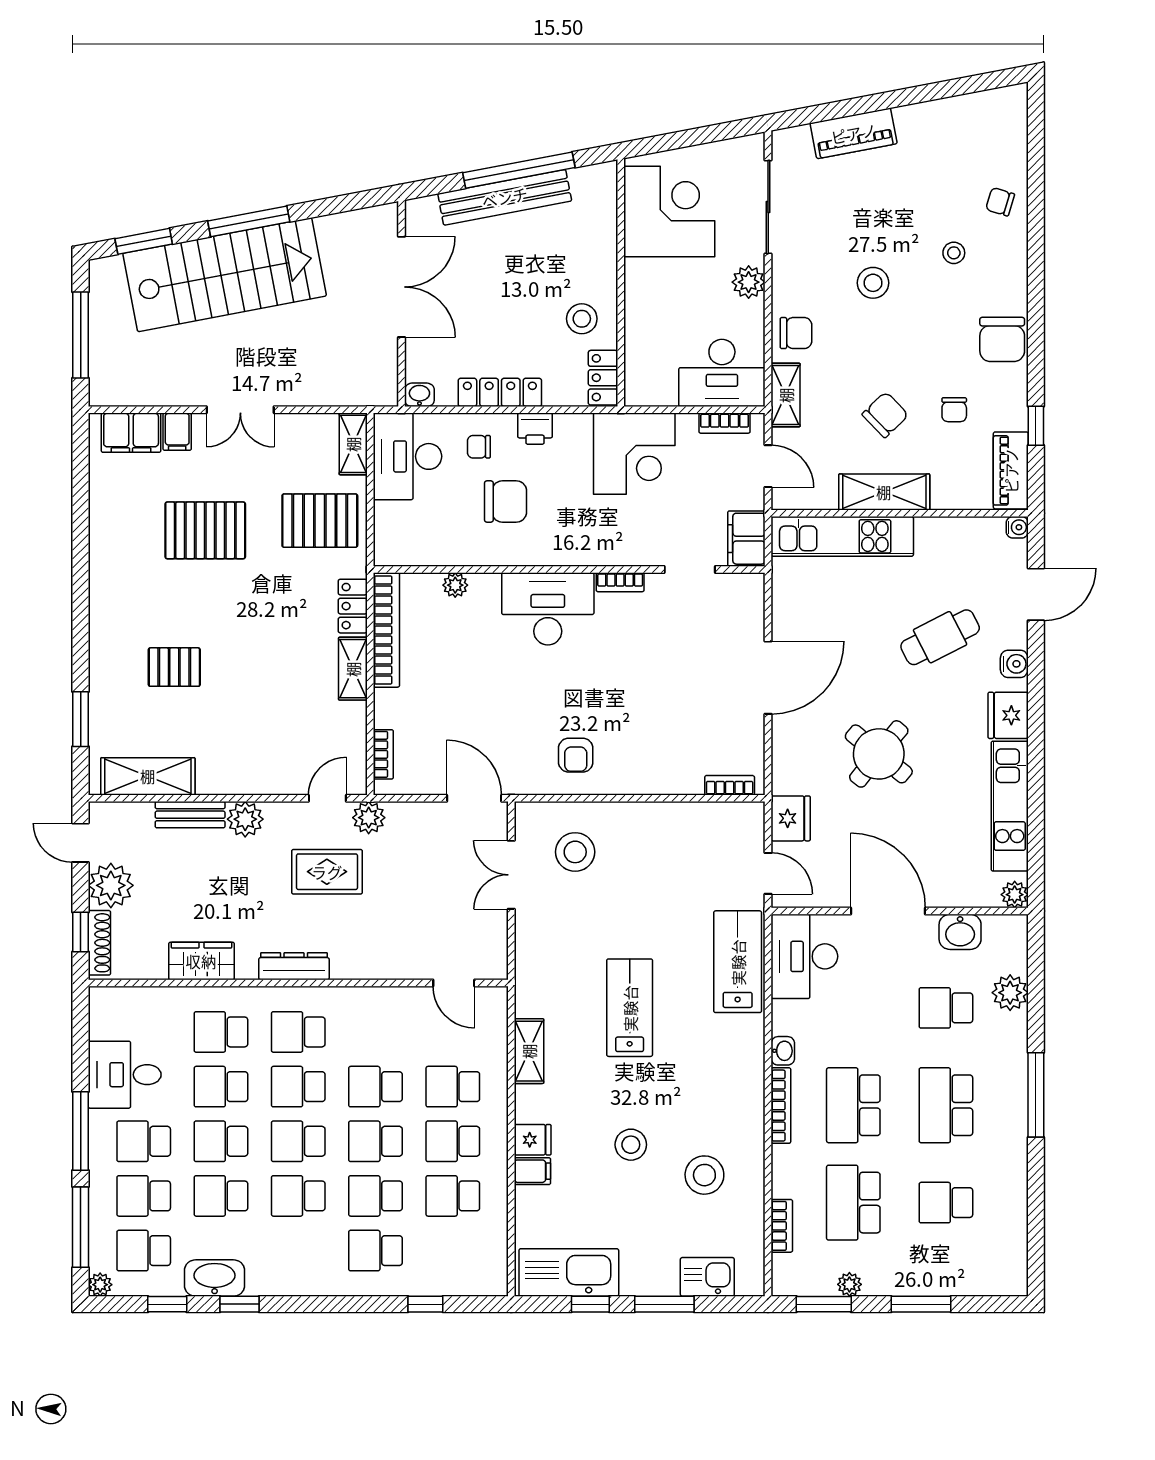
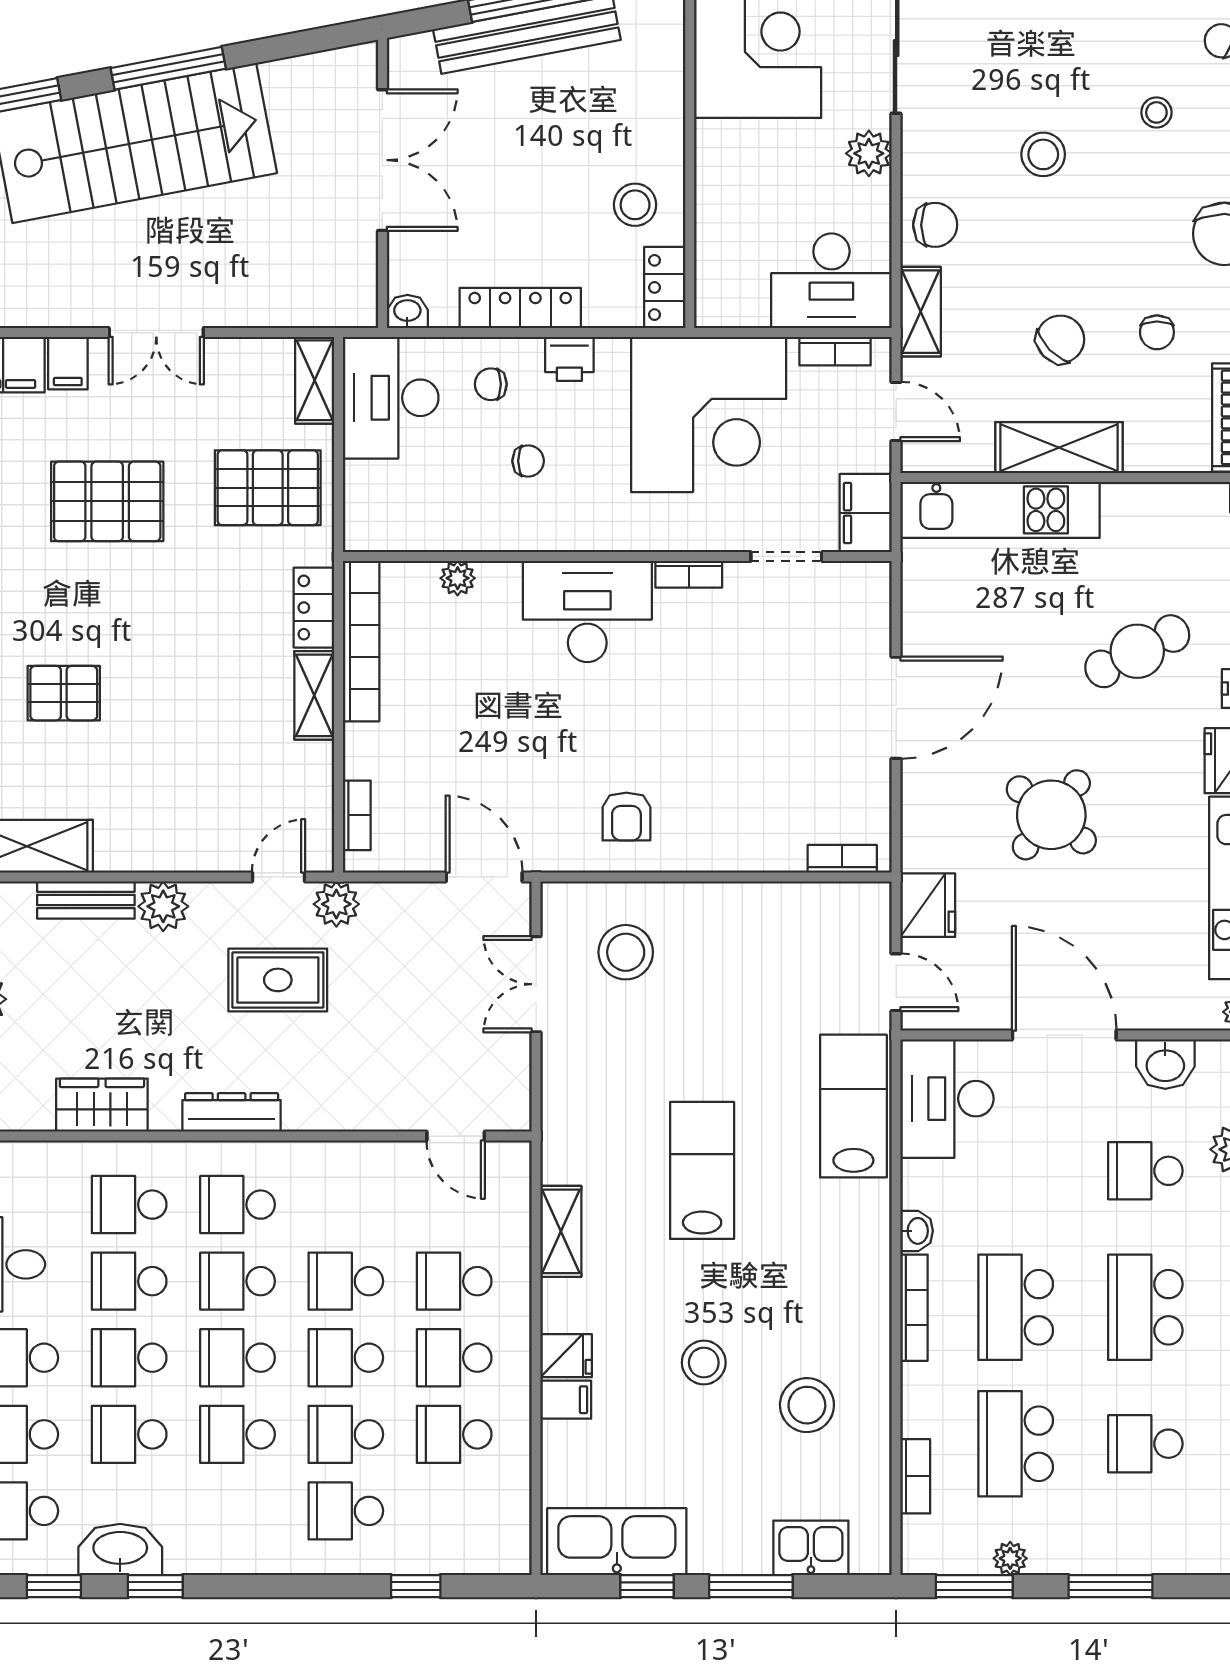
corner desk: (634, 454) -> (709, 415), width x1.36, depth x1.36
chair: (506, 501) -> (528, 461), width x0.54, depth x0.54

